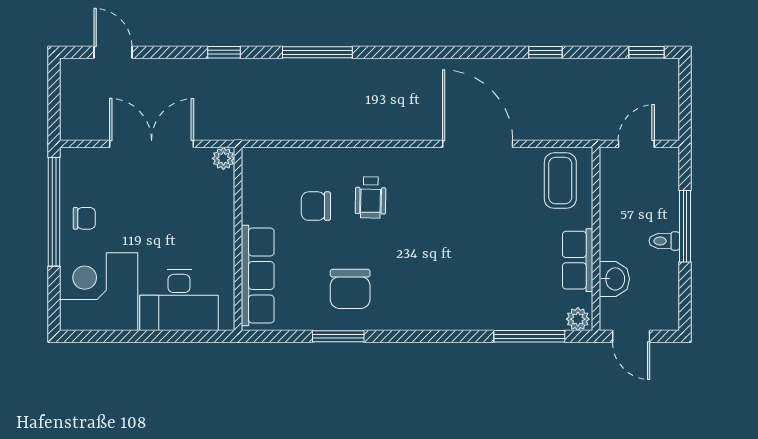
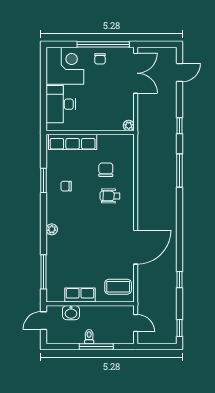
double door: (152, 144) -> (136, 73), moved
chair: (350, 289) -> (66, 186), width x0.54, depth x0.54
plant: (578, 319) -> (52, 229), moved

